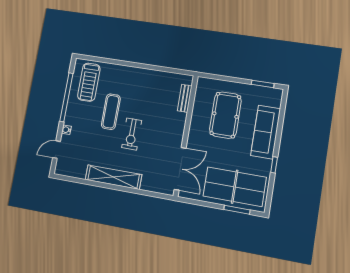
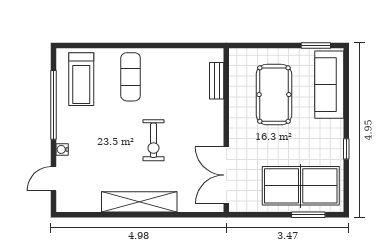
exercise mat: (111, 112) -> (131, 77), moved
sofa: (266, 132) -> (329, 85), moved
double door: (180, 169) -> (226, 175), swing flipped

